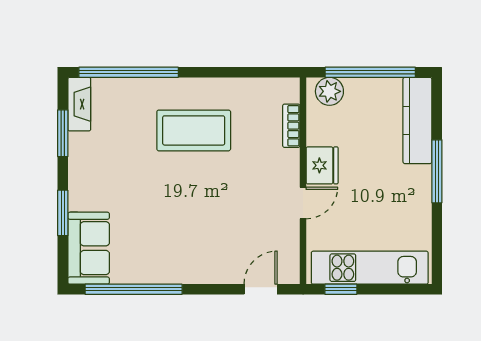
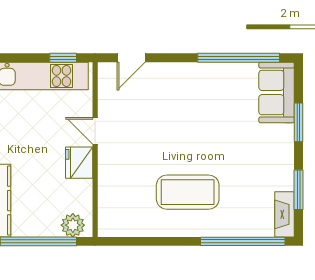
bookcase: (291, 126) -> (105, 196), removed
door: (303, 203) -> (95, 131), hinge flipped

